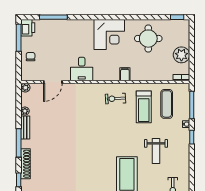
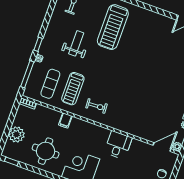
plant: (181, 55) -> (16, 134), moved
filing cabinet: (125, 74) -> (65, 120), moved
door: (53, 82) -> (162, 147), moved
treadmill: (144, 107) -> (73, 89), turned 180

